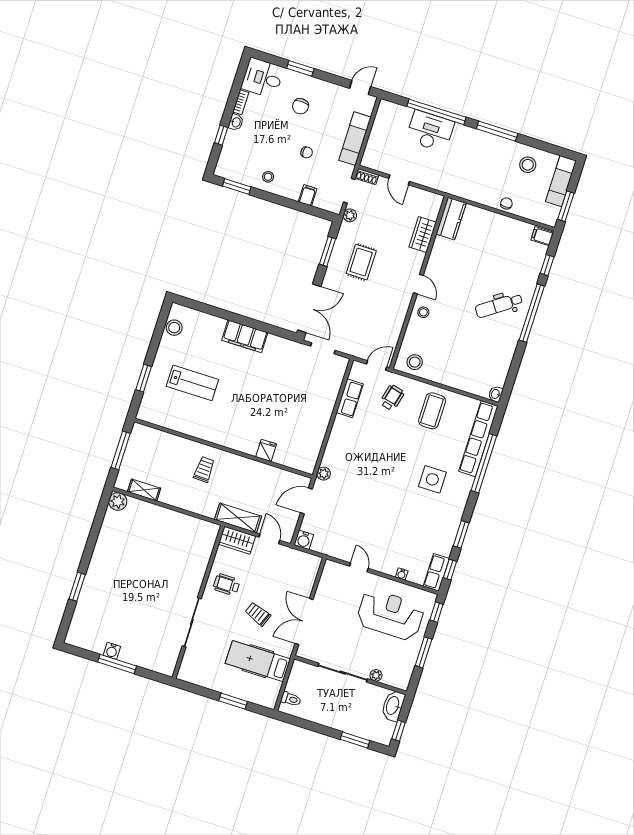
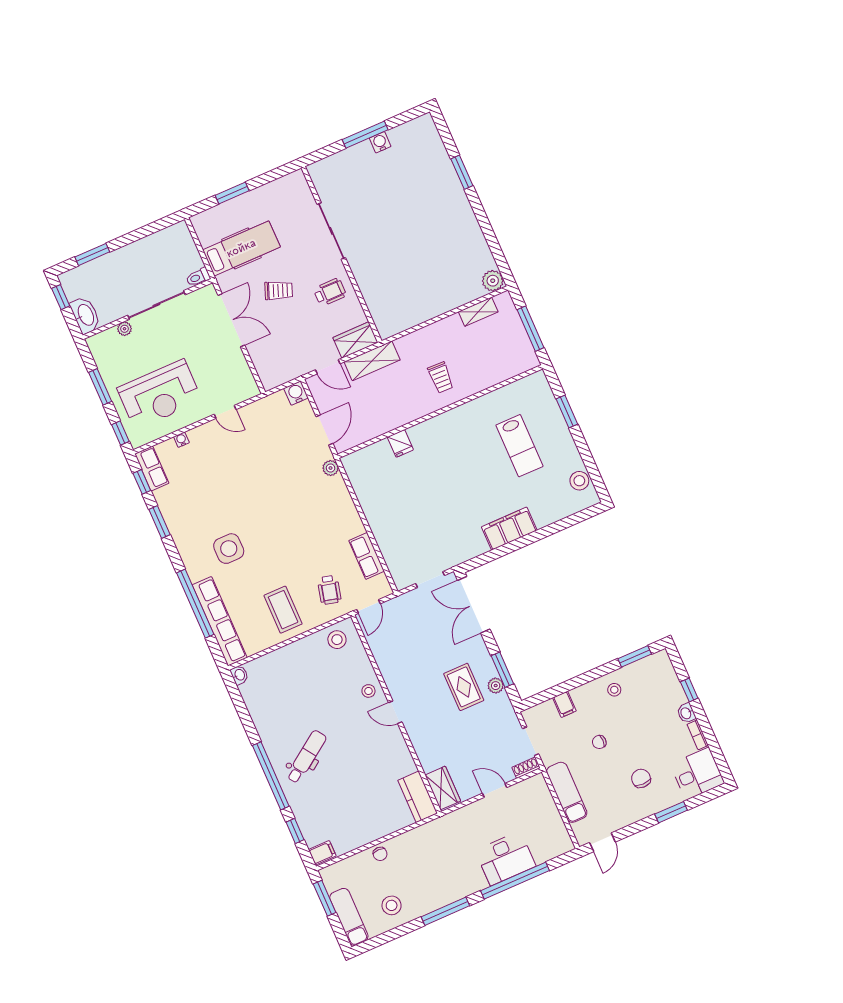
plant: (350, 215) -> (496, 686), moved
wardrobe: (423, 235) -> (443, 788), moved
lab bench: (192, 383) -> (519, 446), turned -90
toilet: (291, 699) -> (198, 277), moved

